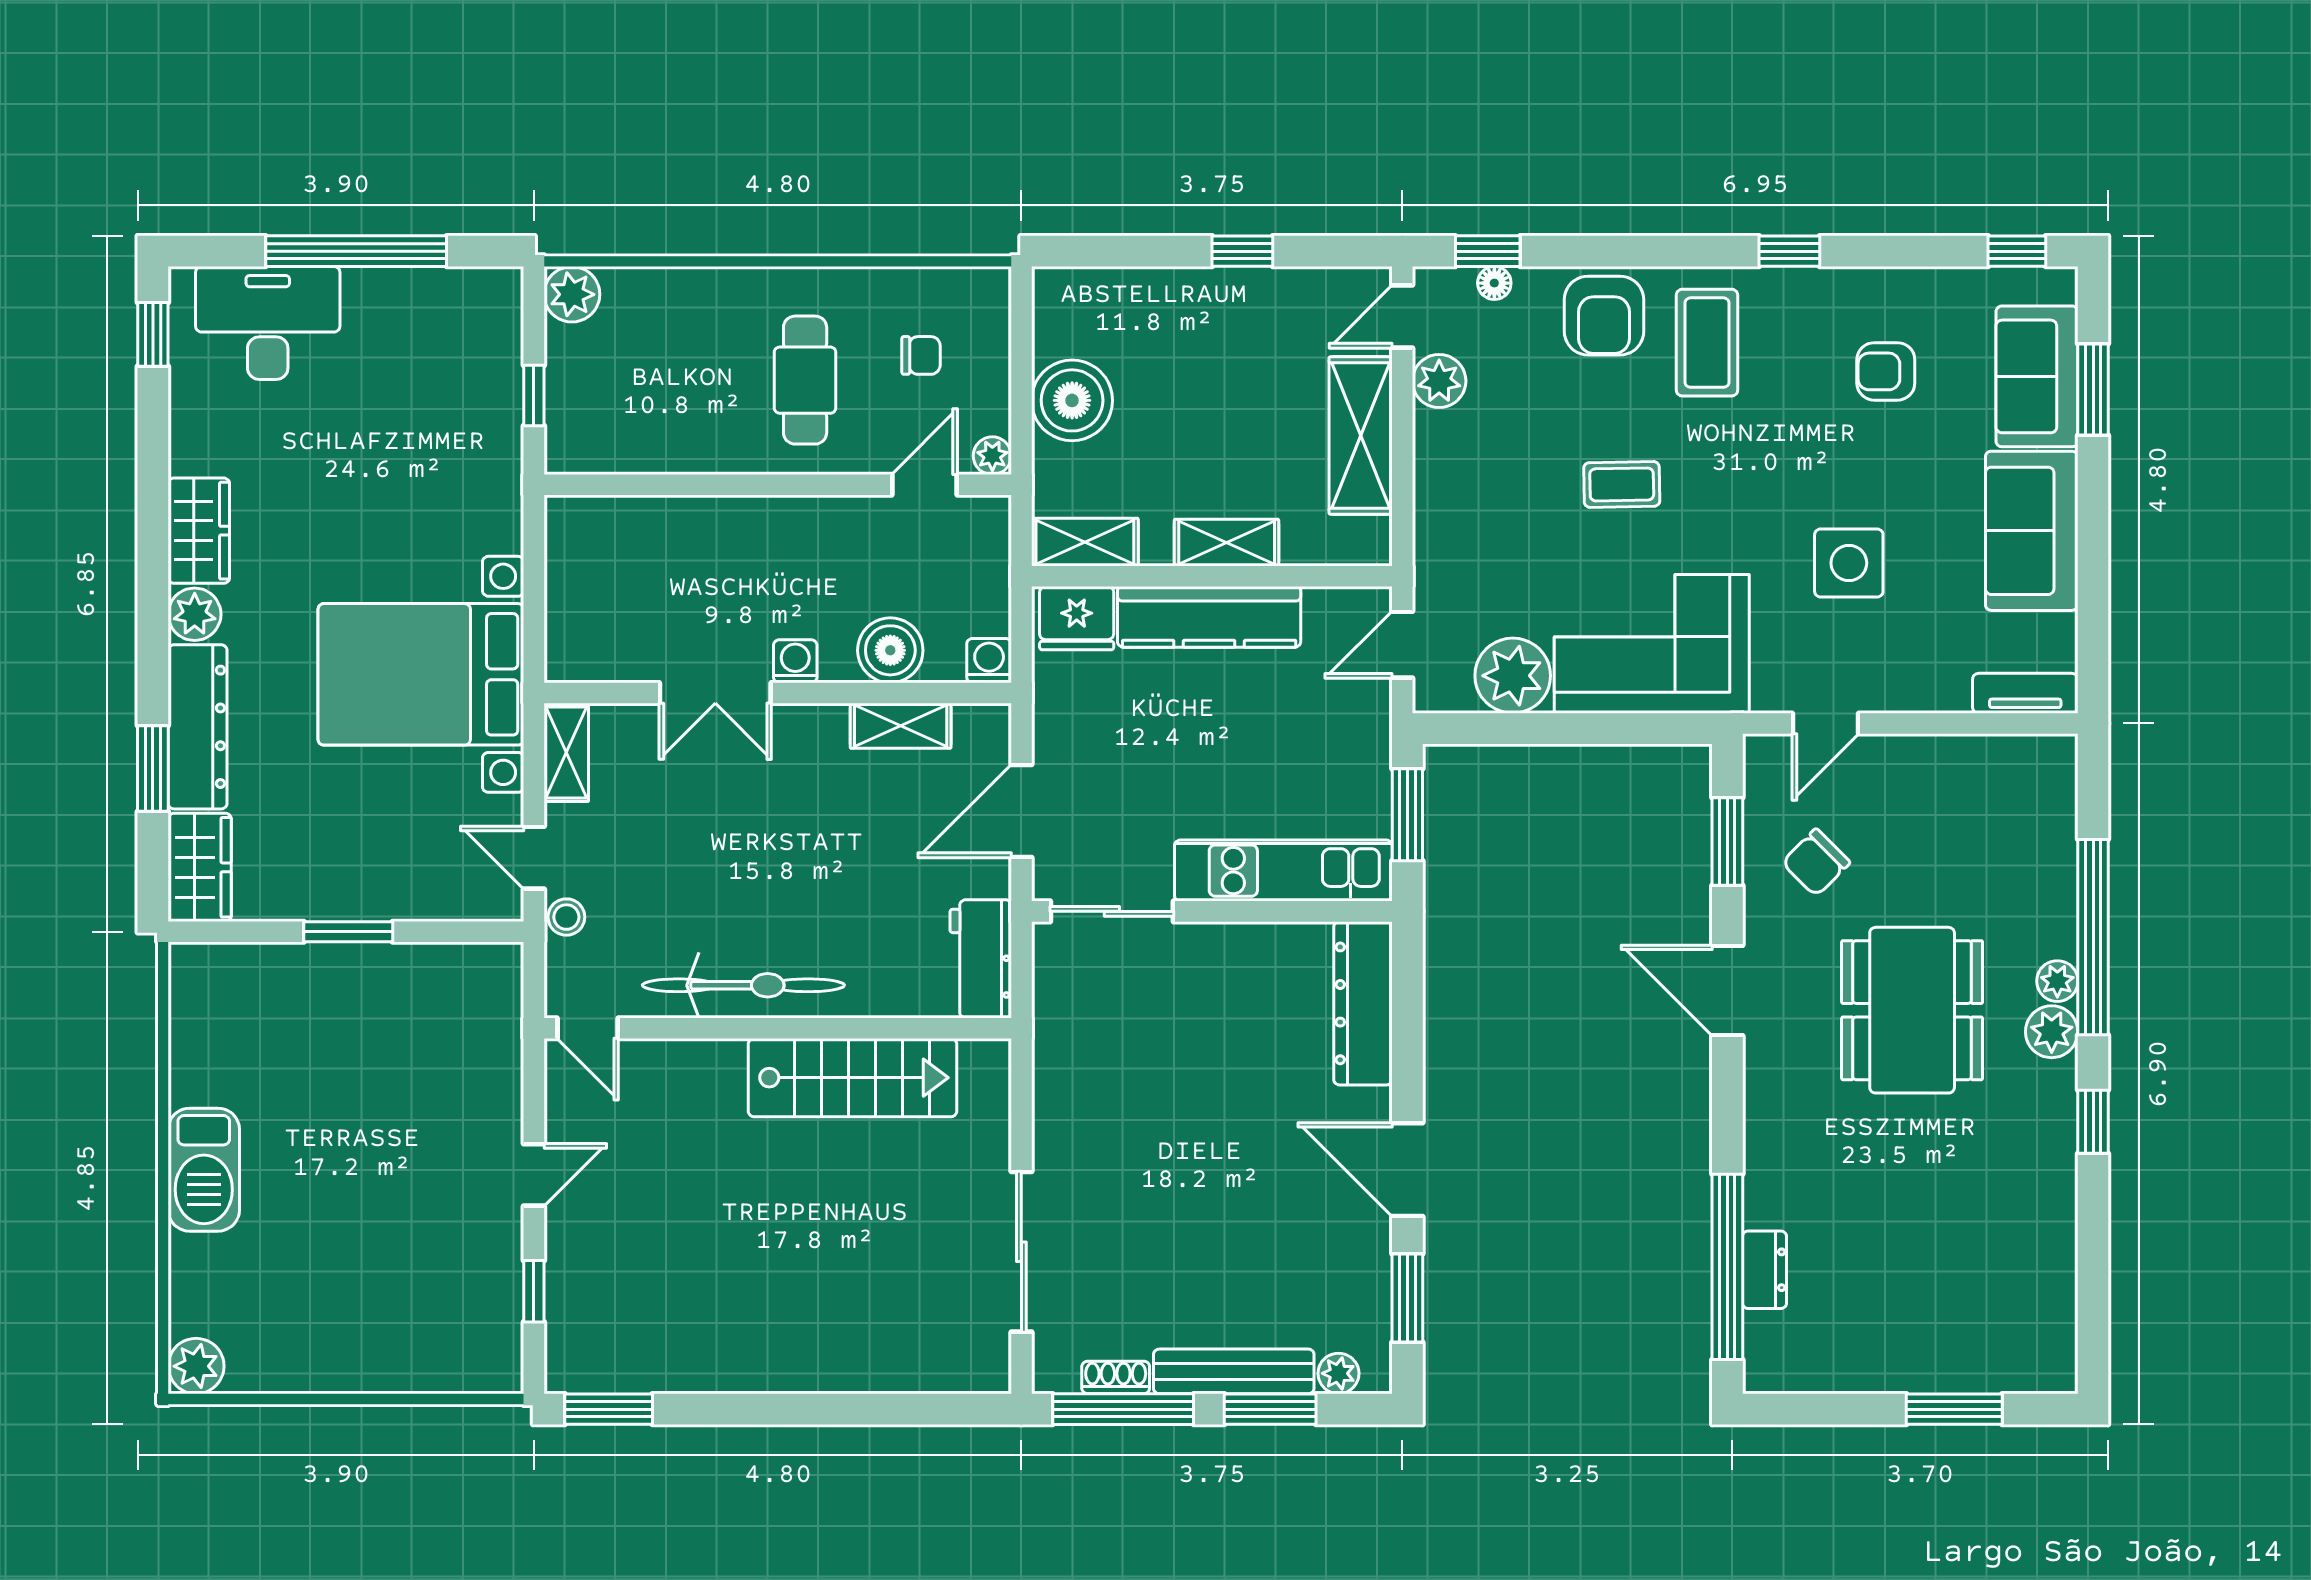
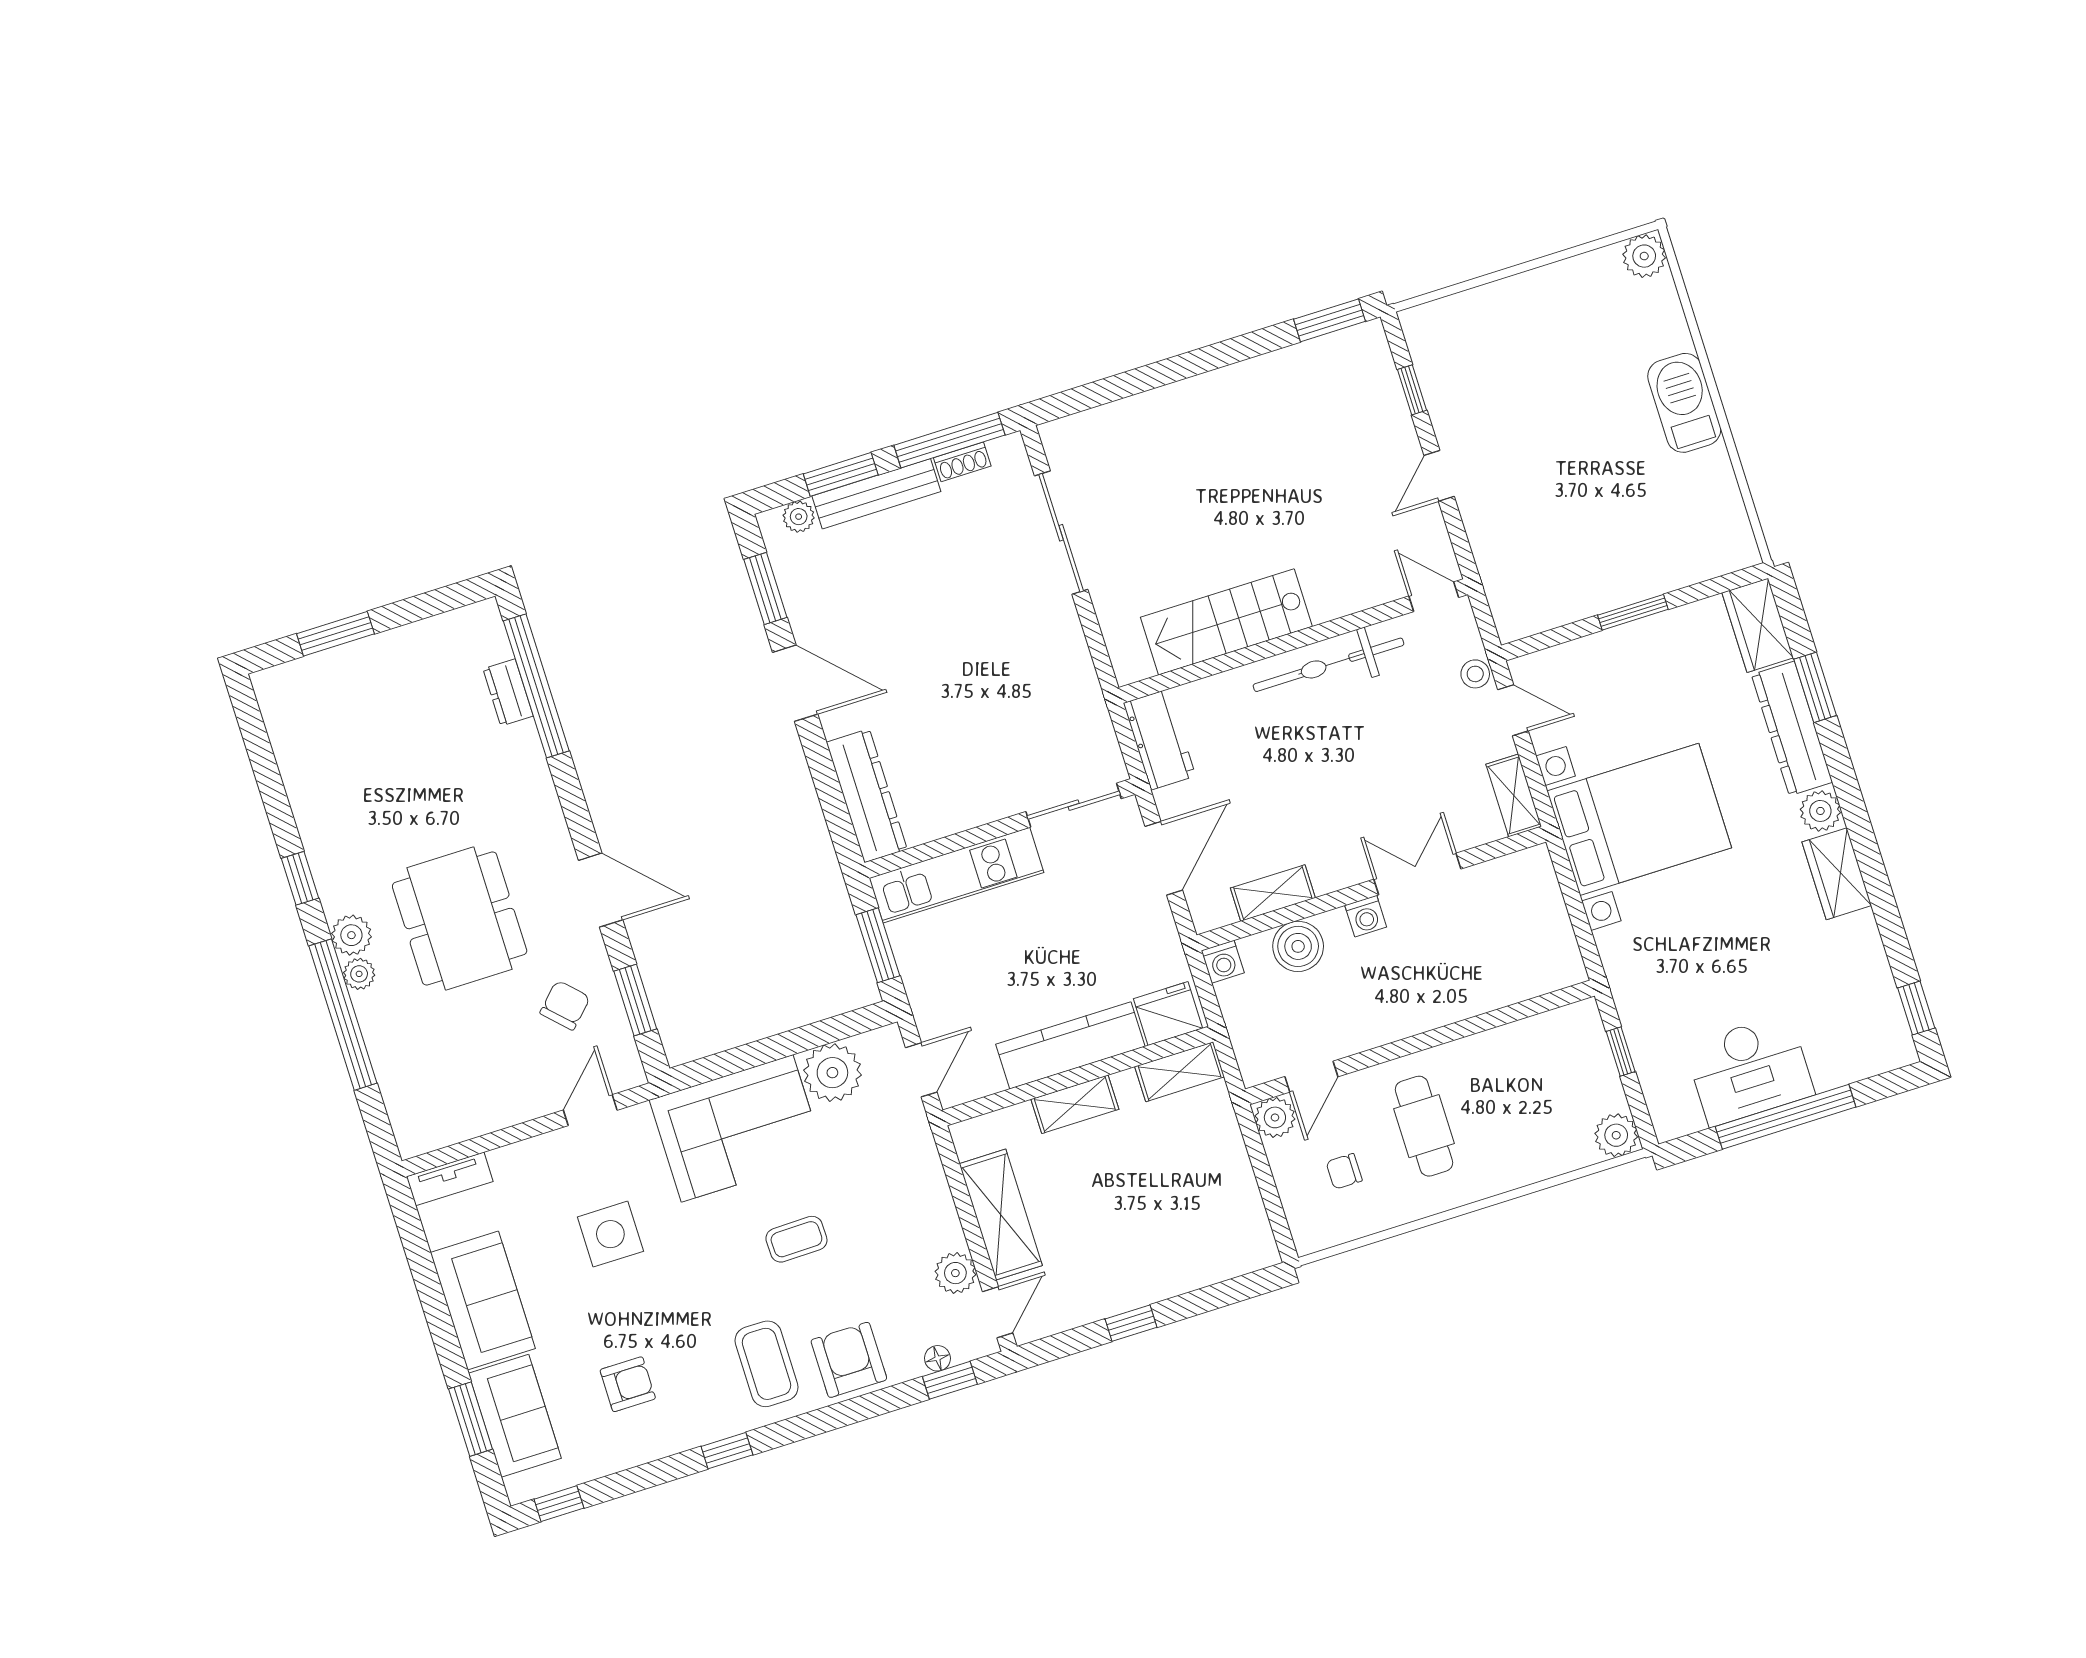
desk: (268, 323) -> (1749, 1070), moved
boiler: (1072, 400) -> (1222, 1173), removed
plant: (992, 456) -> (1275, 1117), width x1.38, depth x1.38

